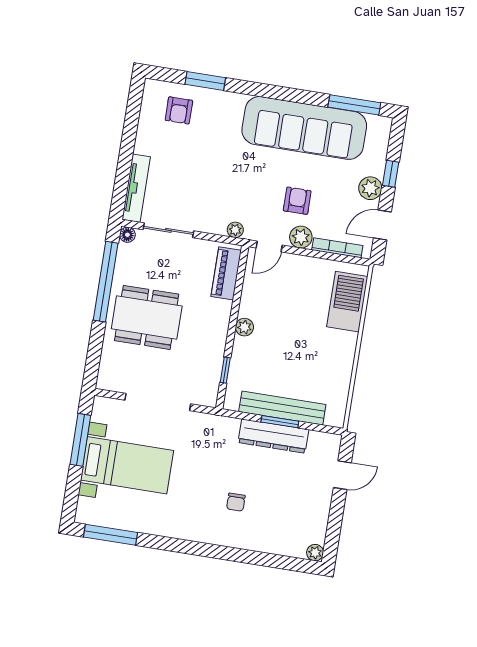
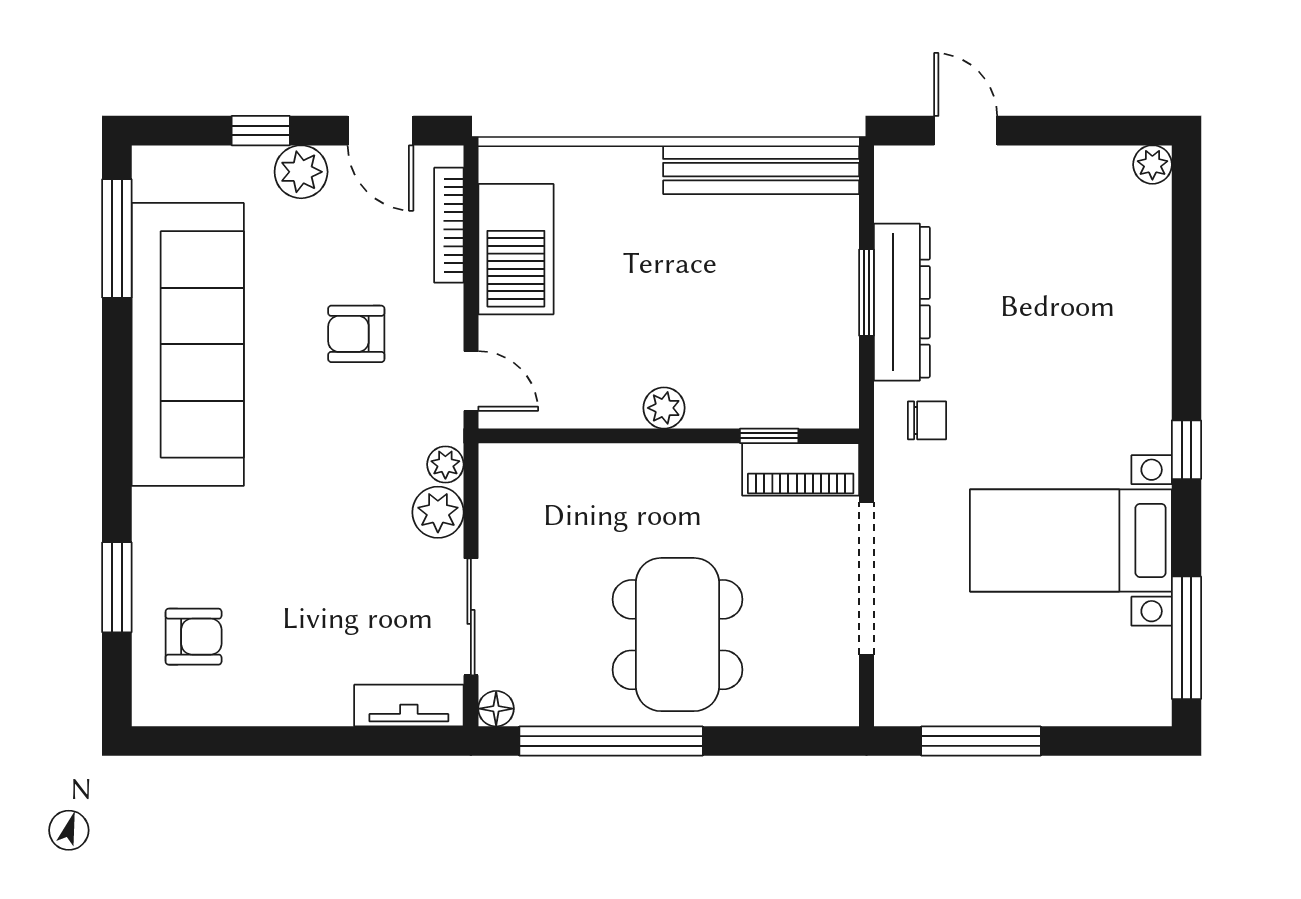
tv unit: (136, 188) -> (409, 706), width x0.71
plant: (301, 237) -> (438, 512), moved
piano: (226, 273) -> (801, 469), moved
barbecue: (347, 302) -> (516, 249), moved, turned -90
bench: (282, 408) -> (761, 170), moved, turned 90
bed with nightstands: (127, 465) -> (1071, 540), moved, turned -90
chair: (236, 502) -> (927, 420), moved
window: (191, 548) -> (1186, 450), added

